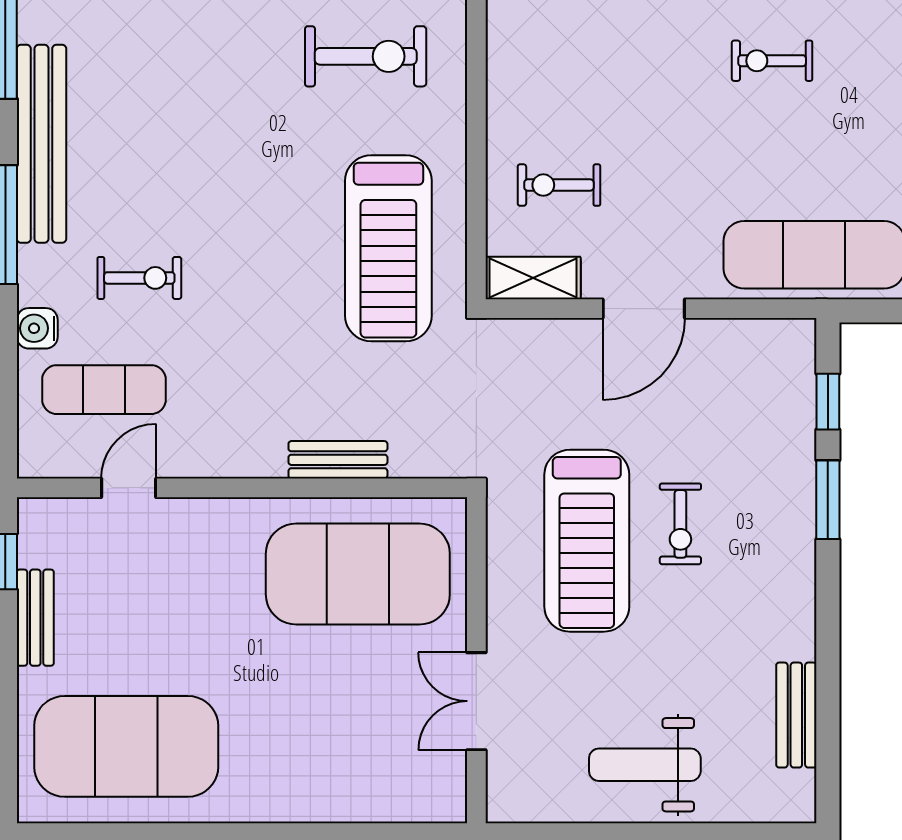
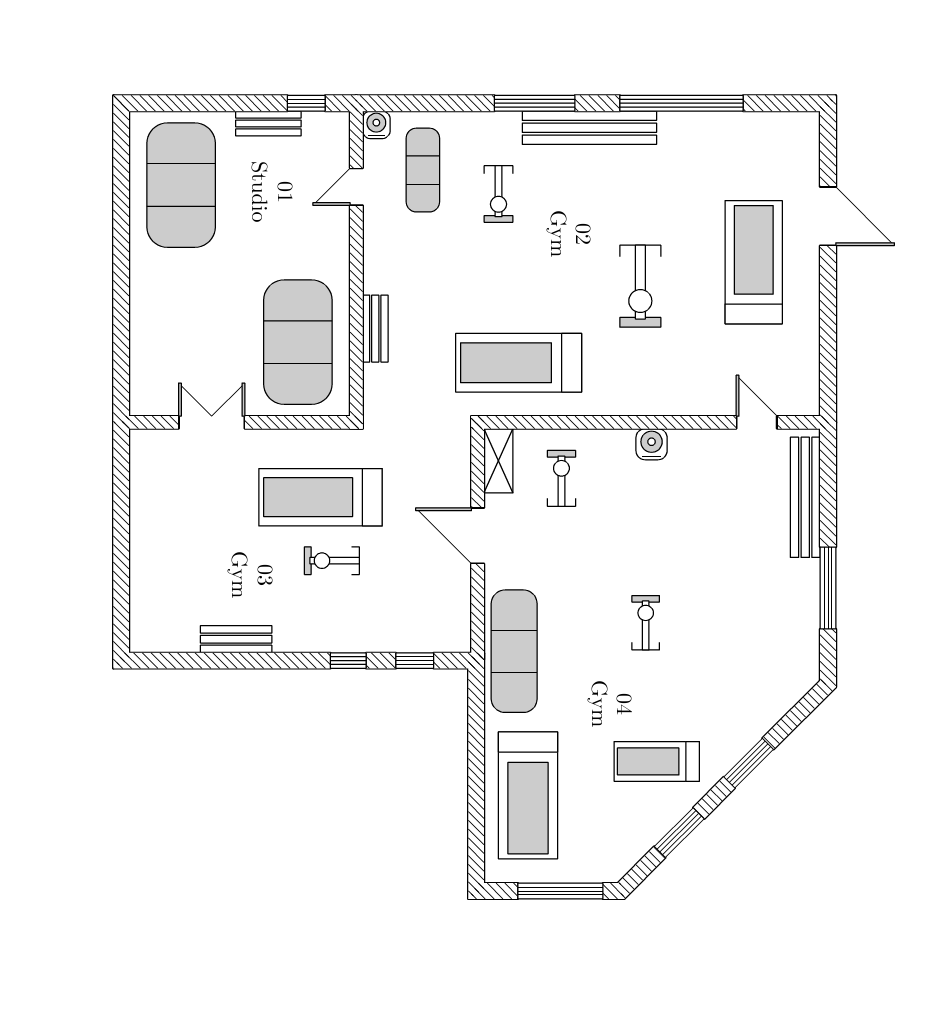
water cooler: (509, 52) -> (652, 444), added
exercise bike: (366, 56) -> (640, 286), moved
water cooler: (37, 328) -> (376, 125), moved
door: (129, 488) -> (356, 187), swing flipped
window: (828, 500) -> (348, 661), width x0.67
bench: (796, 715) -> (236, 639), moved
weight bench: (645, 765) -> (169, 537), removed

